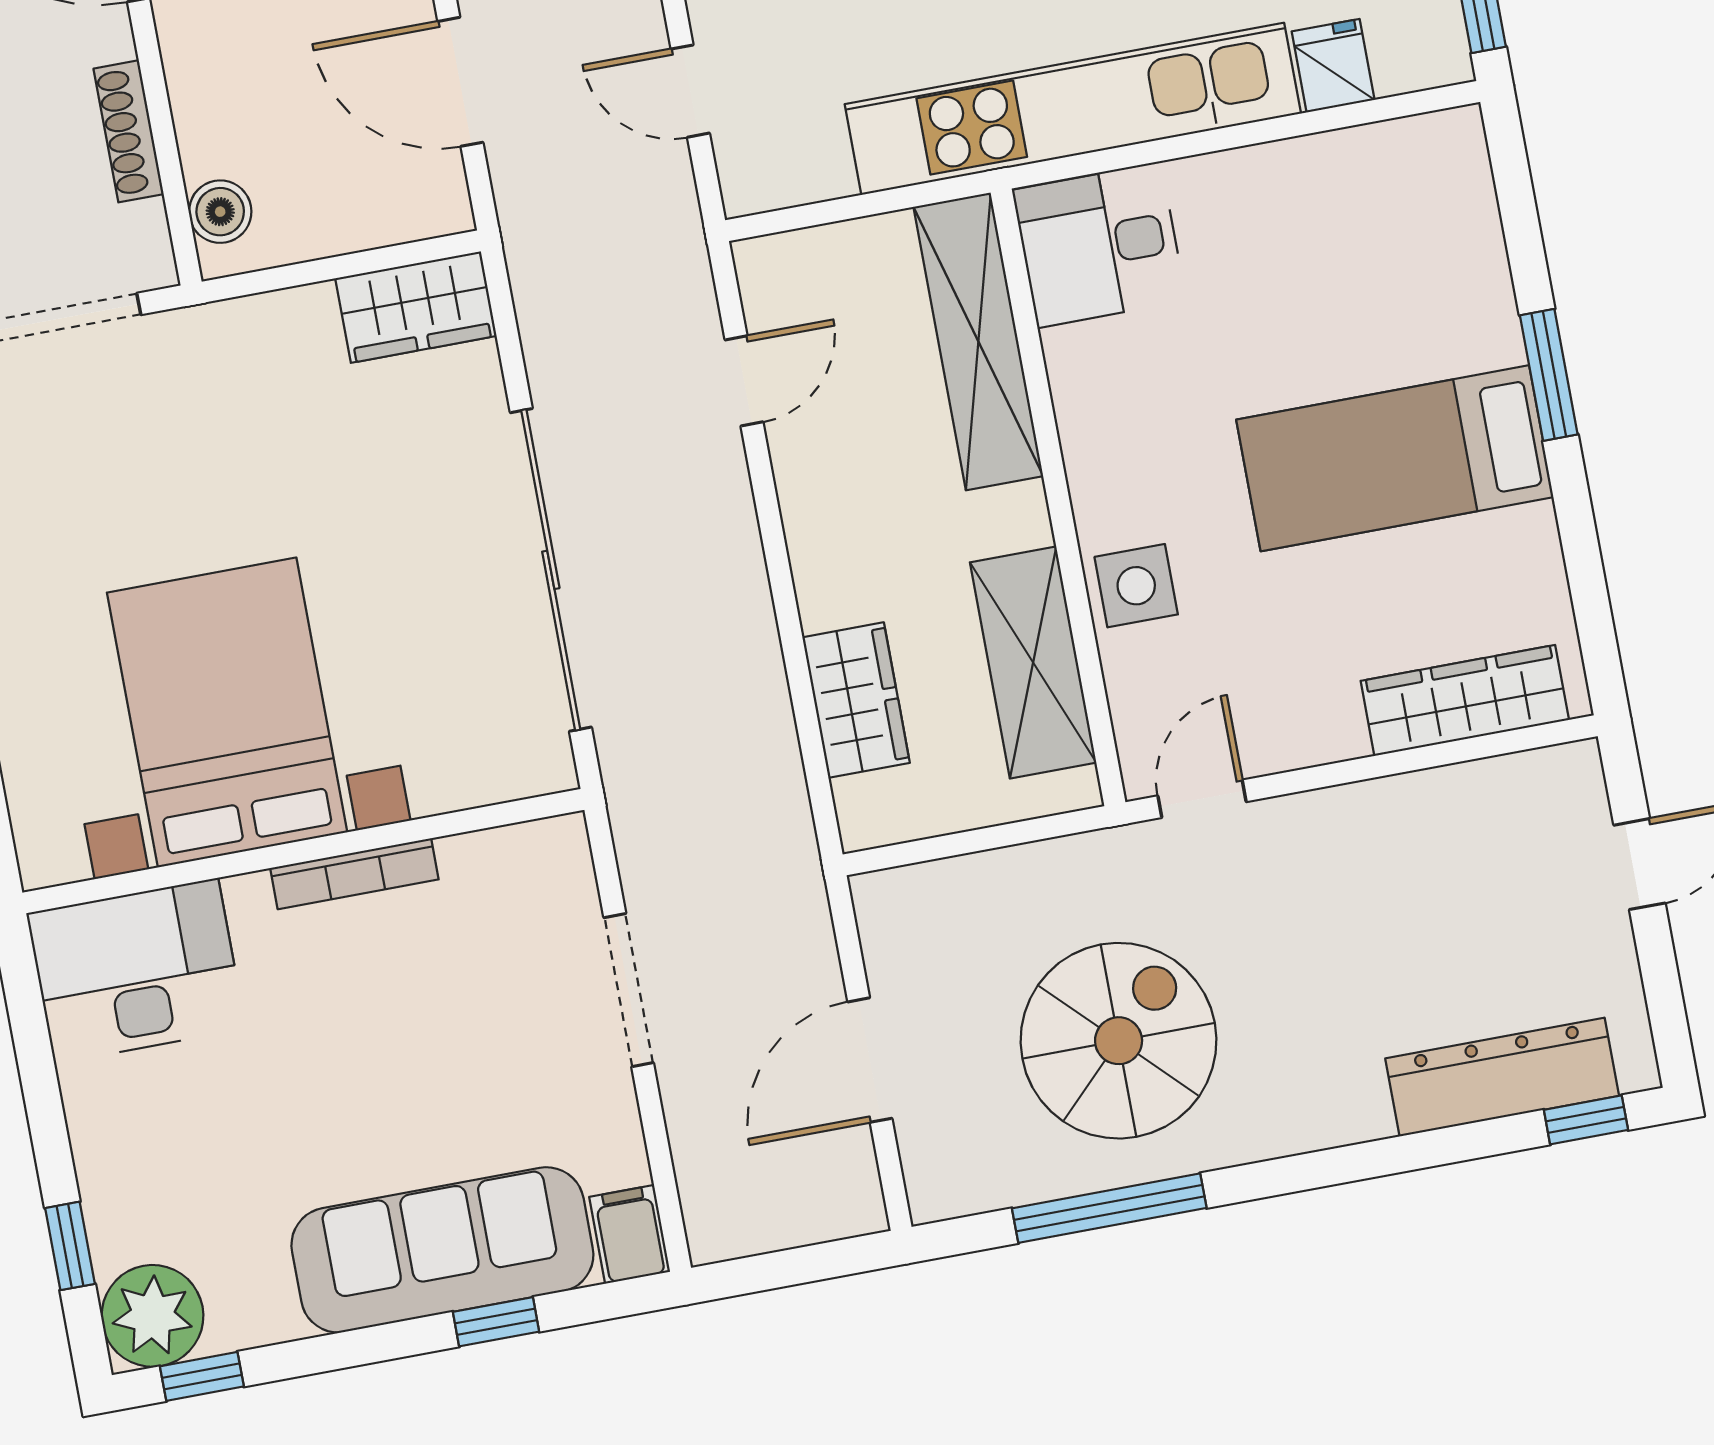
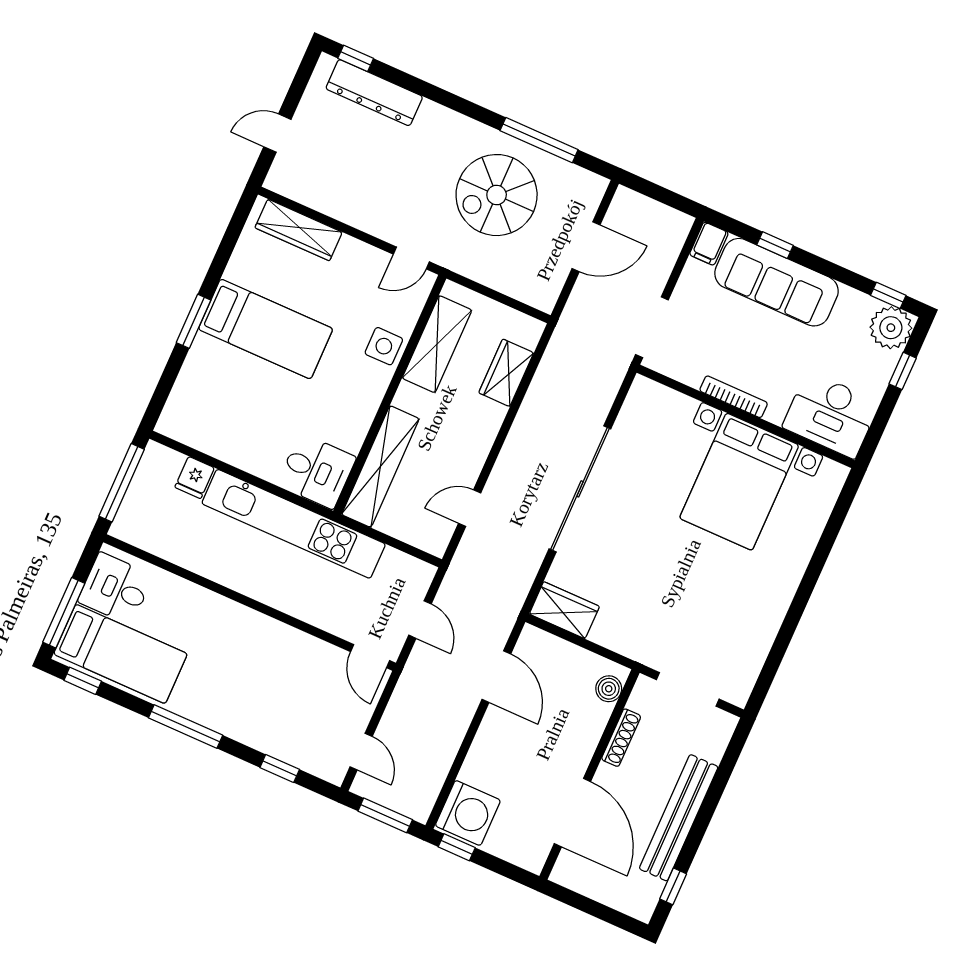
bed with nightstands: (227, 712) -> (739, 482), moved
wall: (303, 851) -> (746, 416), moved
bookcase: (354, 874) -> (734, 397), moved
desk: (136, 971) -> (831, 415), moved

